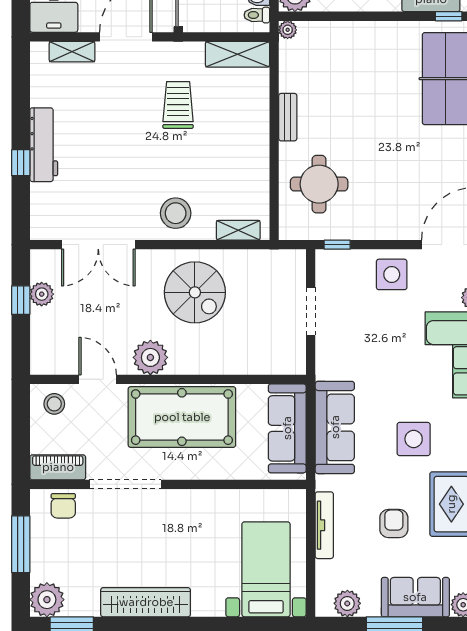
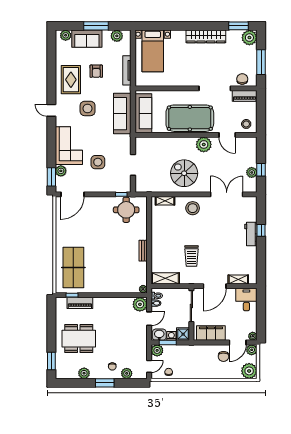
workbench: (44, 145) -> (251, 234), width x0.73
round table: (319, 184) -> (126, 210), moved
side table: (392, 274) -> (98, 162), moved

